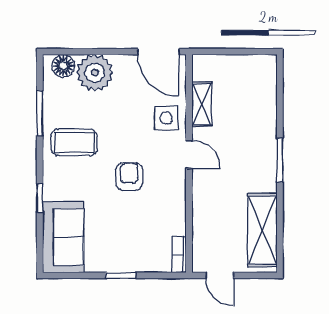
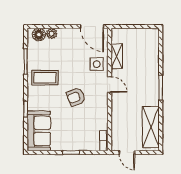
plant: (95, 73) -> (52, 34), width x0.53, depth x0.53
armchair: (129, 177) -> (76, 97), turned -111

